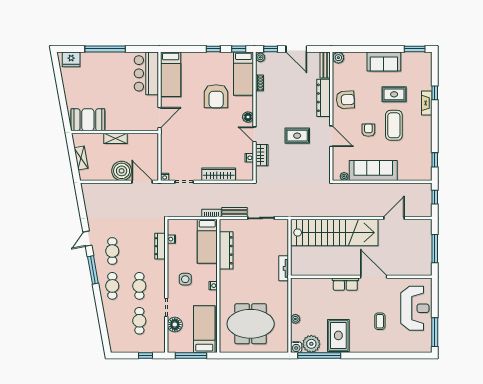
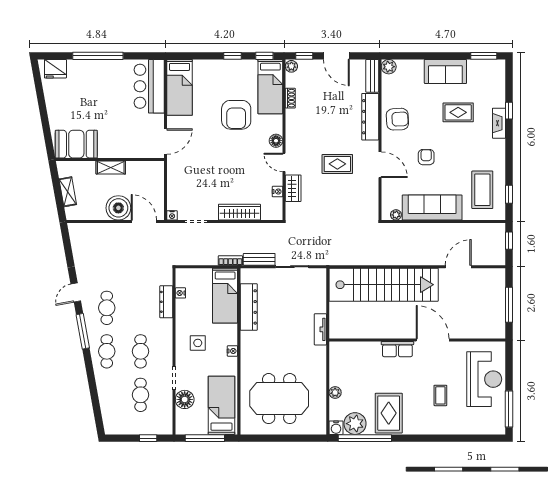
coffee table: (394, 125) -> (482, 190), moved

